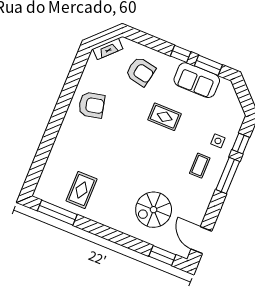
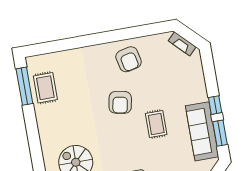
armchair: (141, 72) -> (120, 102), moved
sofa: (197, 80) -> (202, 131), width x1.36
rug: (81, 190) -> (45, 88), moved, turned 90

